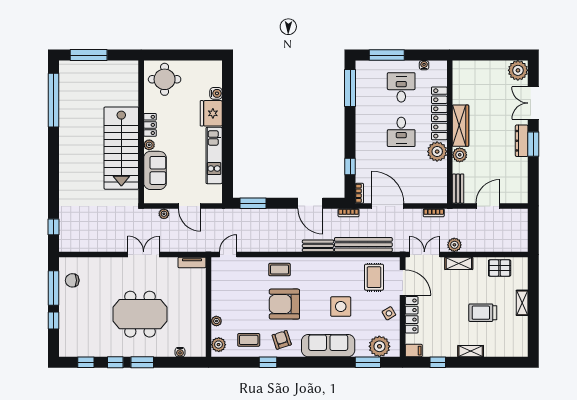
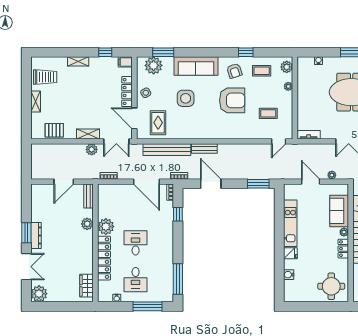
fridge: (211, 113) -> (290, 253), width x0.53, depth x0.75
wardrobe: (460, 126) -> (87, 286), moved, width x0.67
coffee table: (279, 270) -> (268, 113), moved
trolley: (483, 313) -> (45, 77), moved

